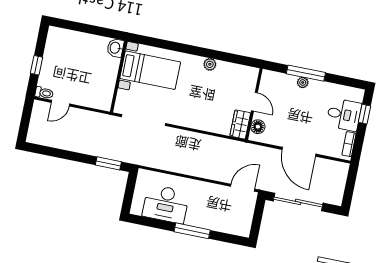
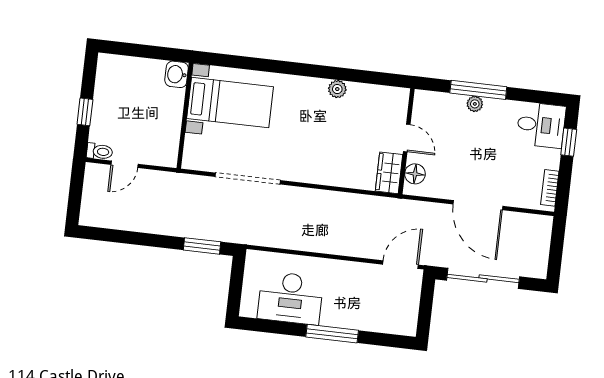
washbasin: (115, 48) -> (177, 74), moved
bed with nightstands: (150, 70) -> (230, 103), moved
wall: (119, 77) -> (185, 116), moved
desk: (344, 115) -> (541, 125), moved

